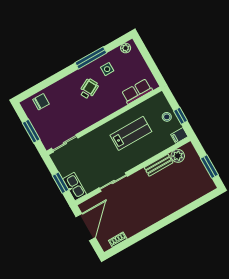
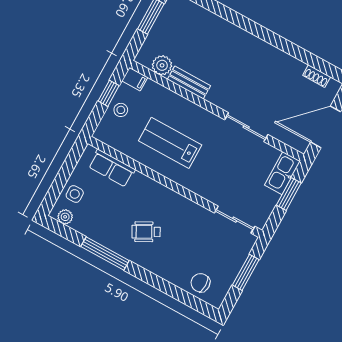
side table: (107, 69) -> (75, 194), moved

